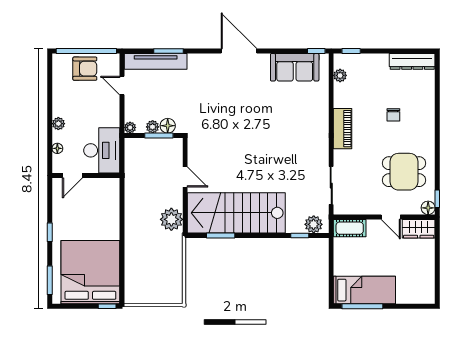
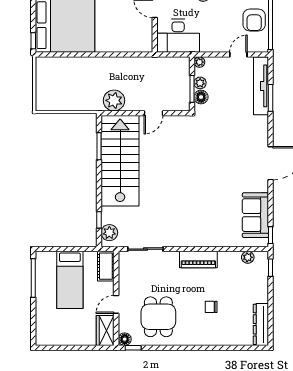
bed: (364, 290) -> (70, 280), moved

